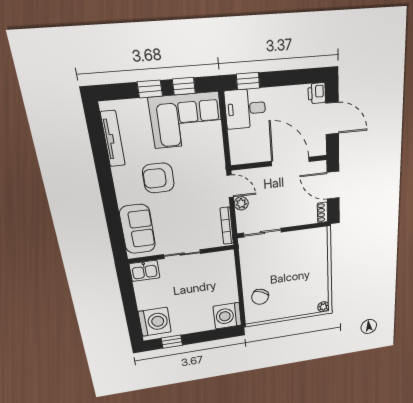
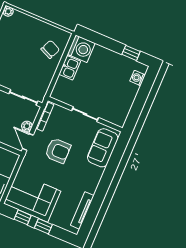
armchair: (158, 178) -> (58, 151), moved
kitchen sink: (144, 271) -> (70, 68), moved, turned 90
washing machine: (155, 322) -> (138, 78), width x0.53, depth x0.53

